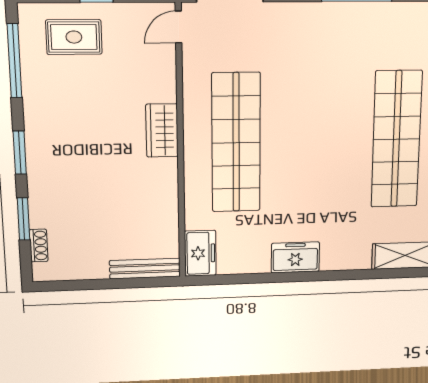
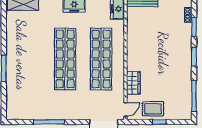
rug: (74, 37) -> (153, 109), moved
wardrobe: (162, 130) -> (133, 83), moved
shop shelf: (396, 139) -> (65, 59), moved

